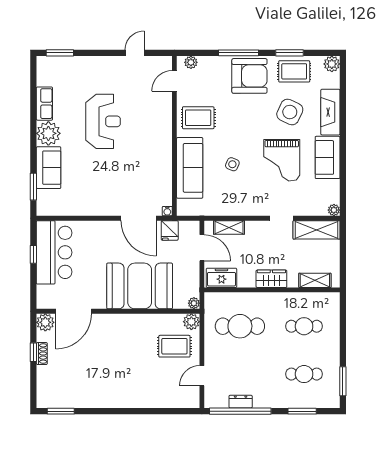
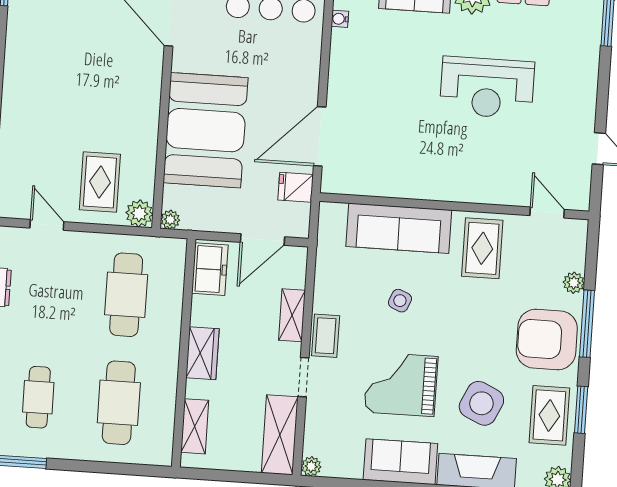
plant: (191, 62) -> (574, 283), moved
armchair: (249, 76) -> (547, 339), turned 90
coffee table: (256, 207) -> (326, 336), added
water cooler: (167, 211) -> (340, 19), moved
shelving: (229, 227) -> (292, 315), moved
cafe table: (304, 326) -> (119, 403), width x1.37, depth x1.35

